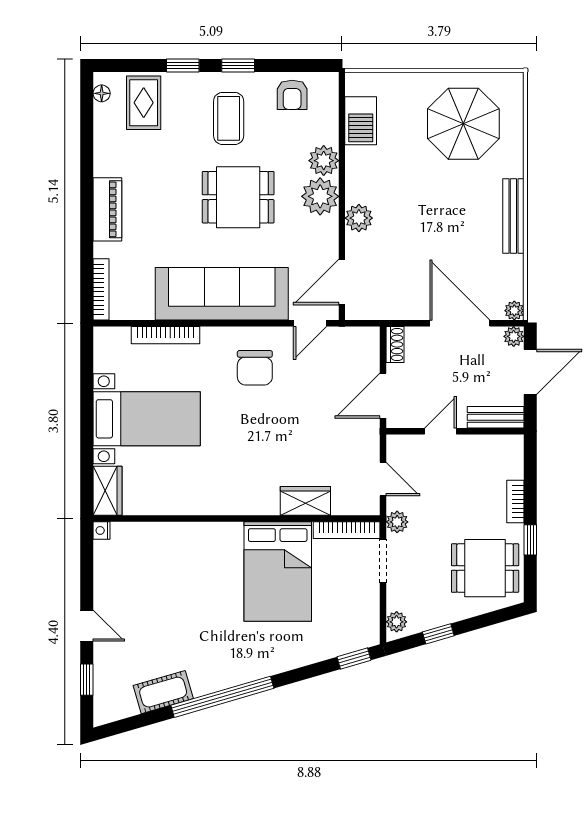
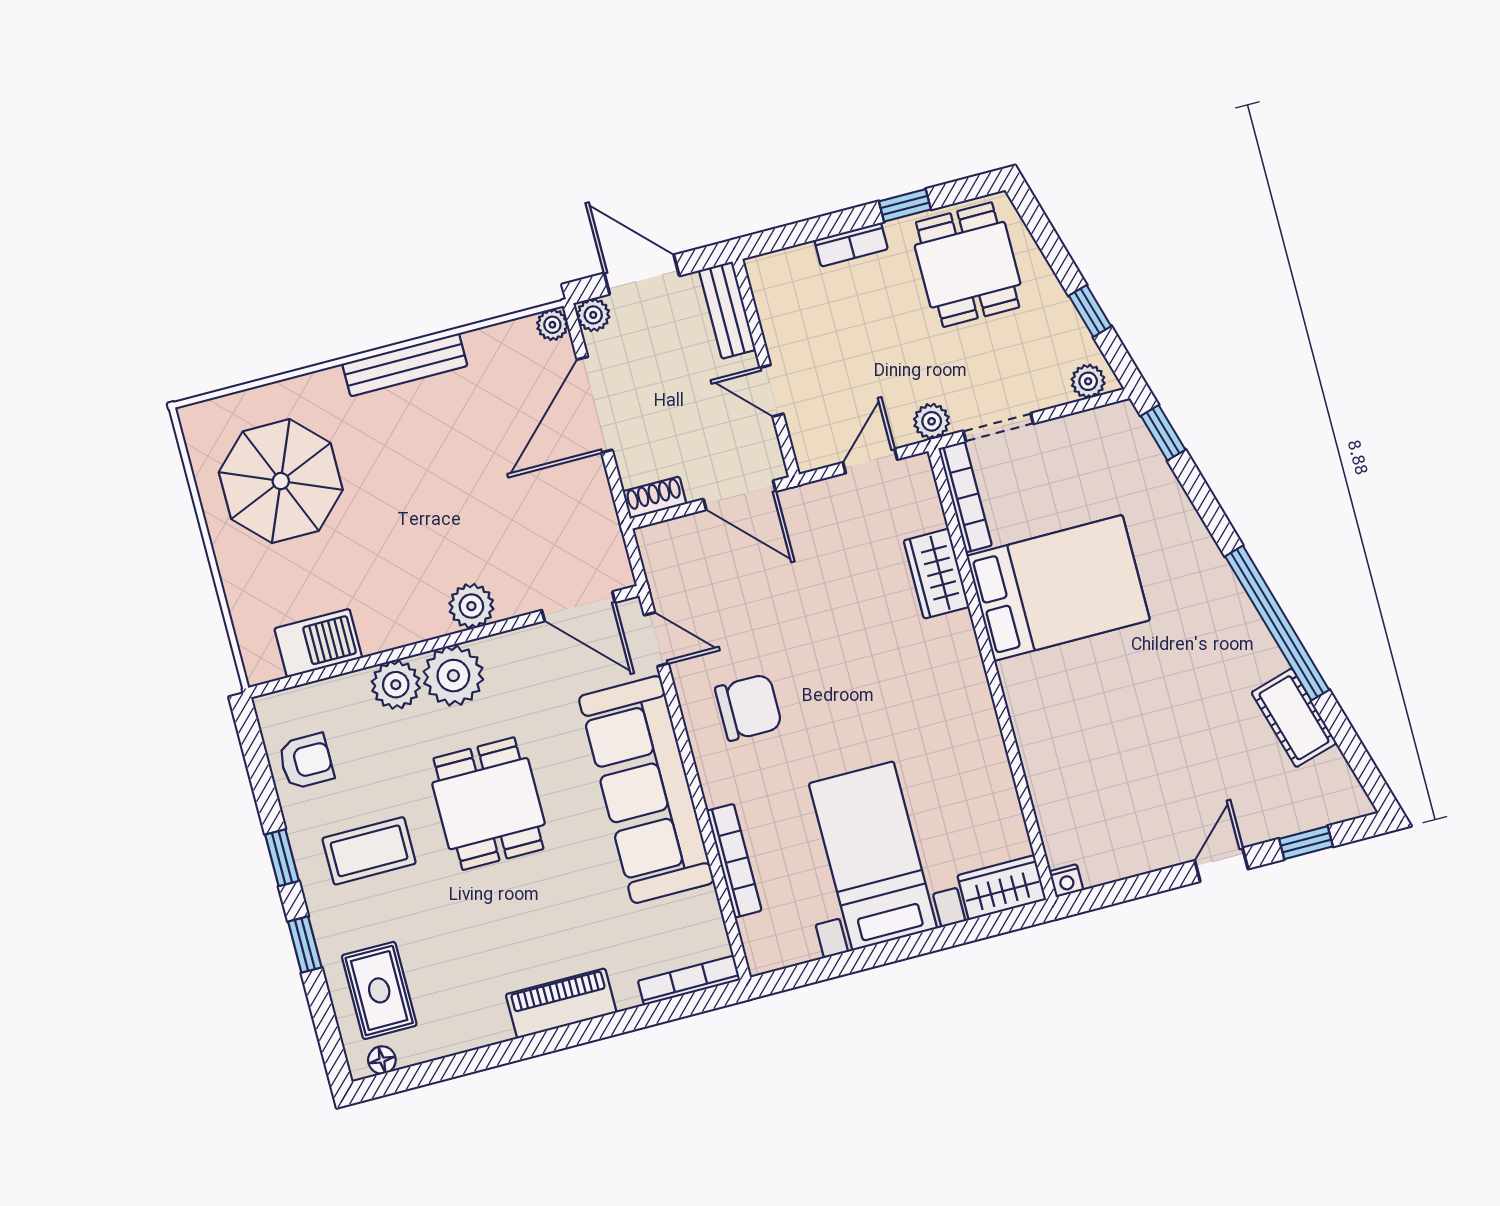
rug: (144, 103) -> (379, 990), turned 90

